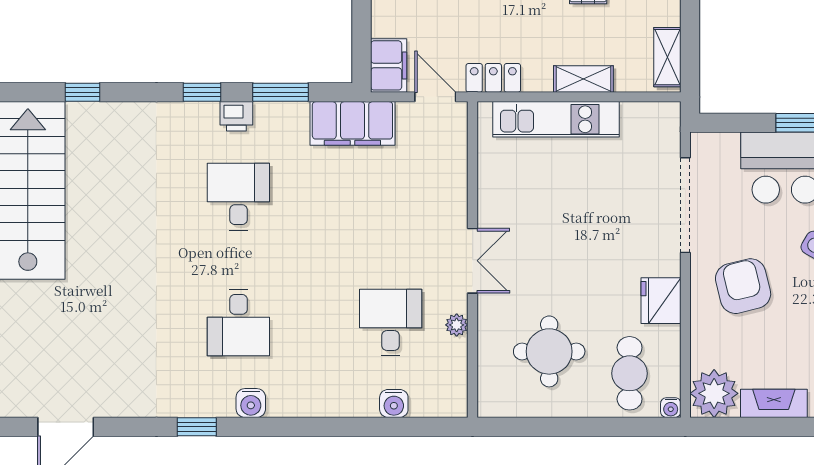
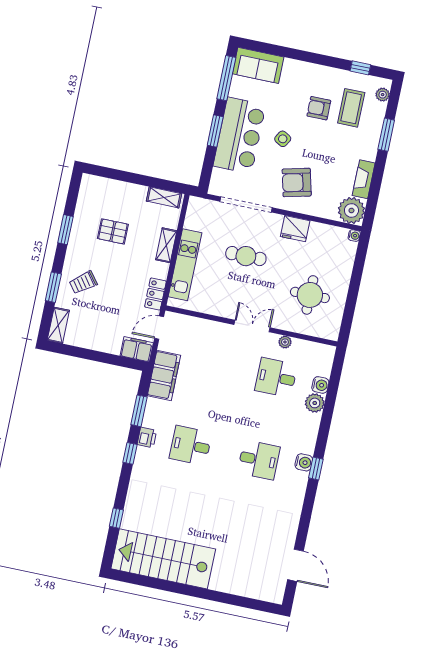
cafe table: (630, 373) -> (246, 256), moved
plant: (360, 400) -> (315, 403), added
window: (197, 427) -> (316, 469), moved

